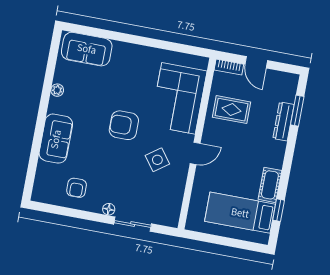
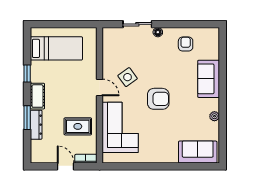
window: (297, 111) -> (27, 118), moved
door: (195, 153) -> (100, 87), swing flipped
cot: (270, 185) -> (37, 96), moved
window: (279, 210) -> (27, 74), moved

